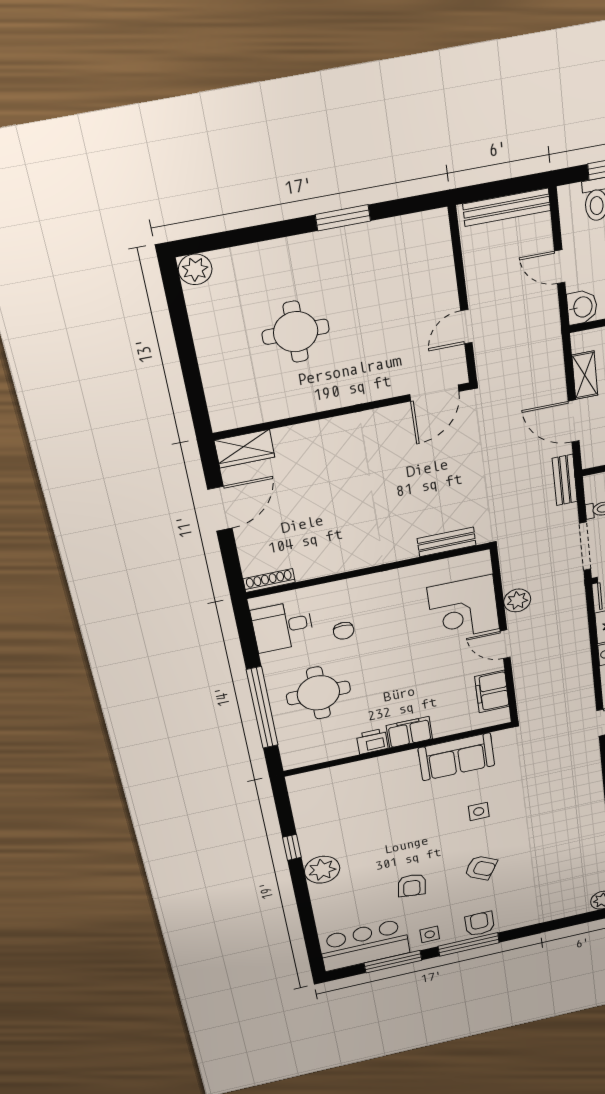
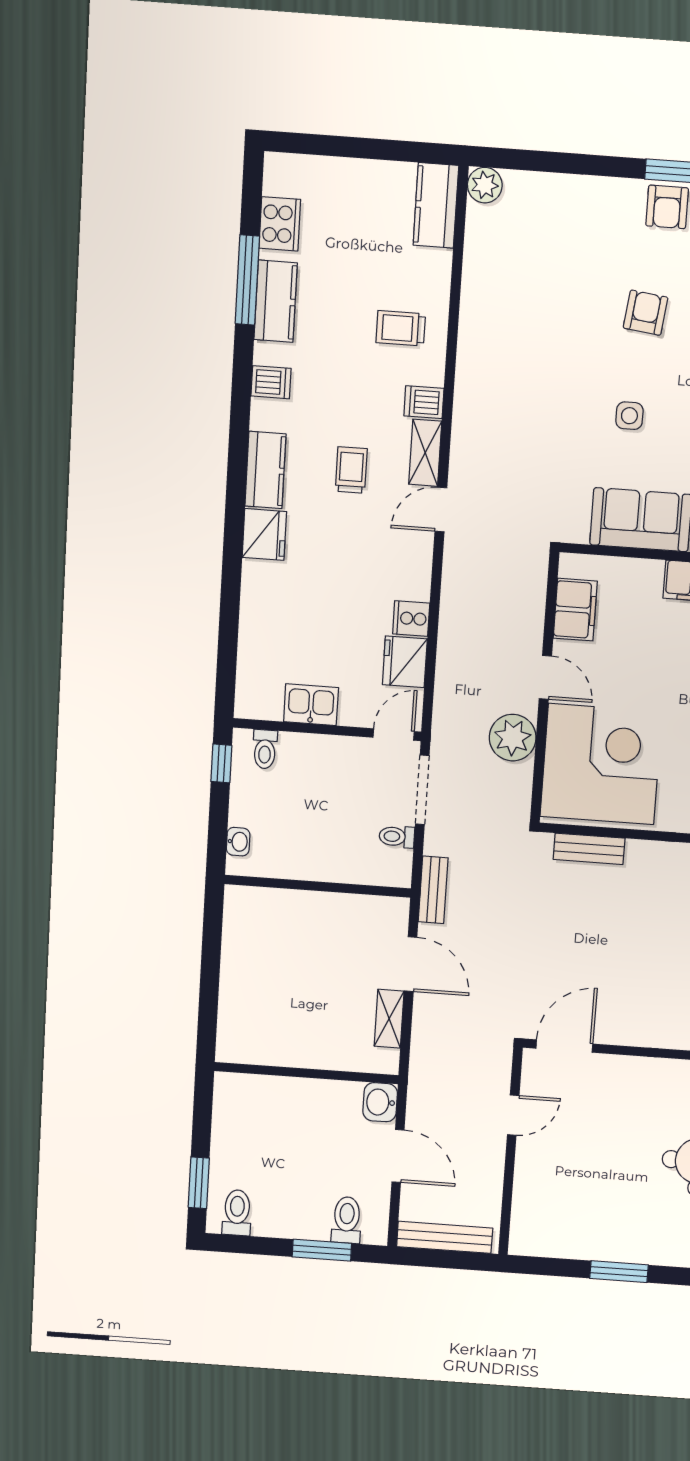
door: (560, 267) -> (398, 1156), width x1.38
plant: (517, 600) -> (513, 738), width x1.36, depth x1.36
corner desk: (463, 608) -> (601, 764), width x1.36, depth x1.36
armchair: (481, 868) -> (646, 313), turned 68

